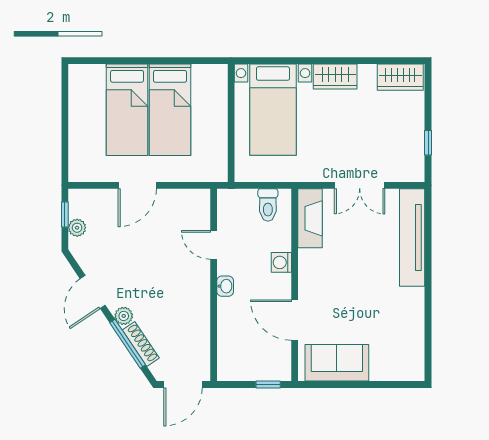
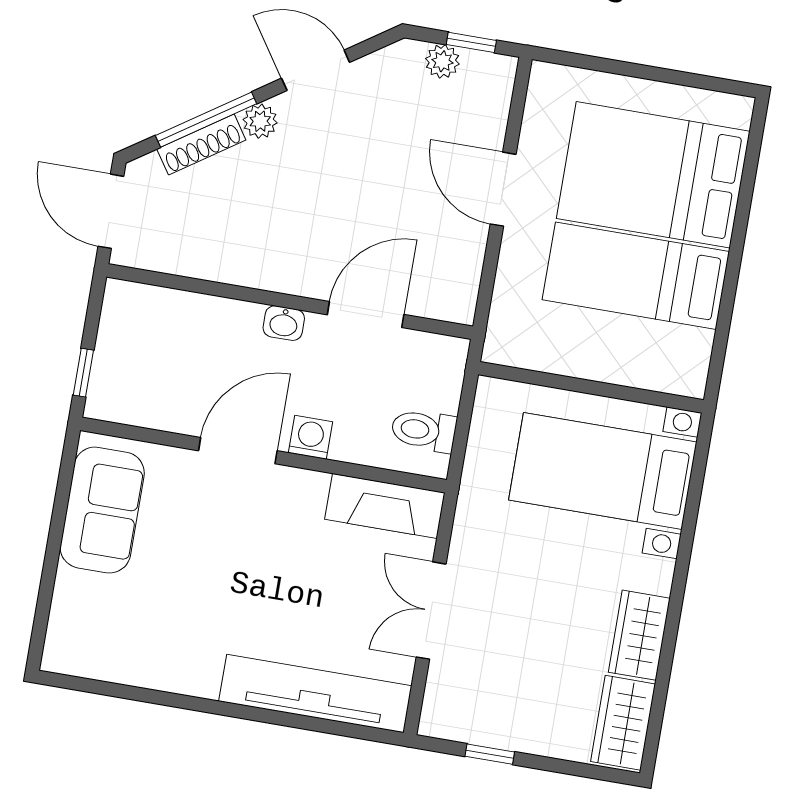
wardrobe: (335, 77) -> (639, 635), moved
bed: (127, 110) -> (653, 175), width x1.50
door: (214, 245) -> (366, 315), width x1.38
door: (295, 320) -> (238, 451), moved

